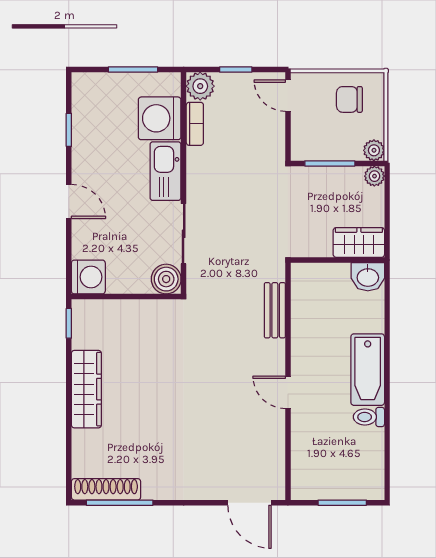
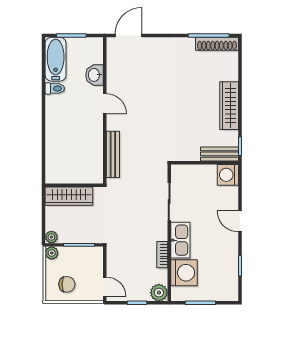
bookcase: (195, 124) -> (162, 255), moved
wardrobe: (359, 243) -> (69, 196), width x1.50
washbasin: (368, 277) -> (94, 75), moved, turned -90
boiler: (166, 279) -> (180, 174), removed
bench: (275, 310) -> (113, 154), width x1.36
bench: (102, 311) -> (220, 154), added
bathtub: (368, 370) -> (56, 59), moved
door: (250, 503) -> (128, 36), hinge flipped

